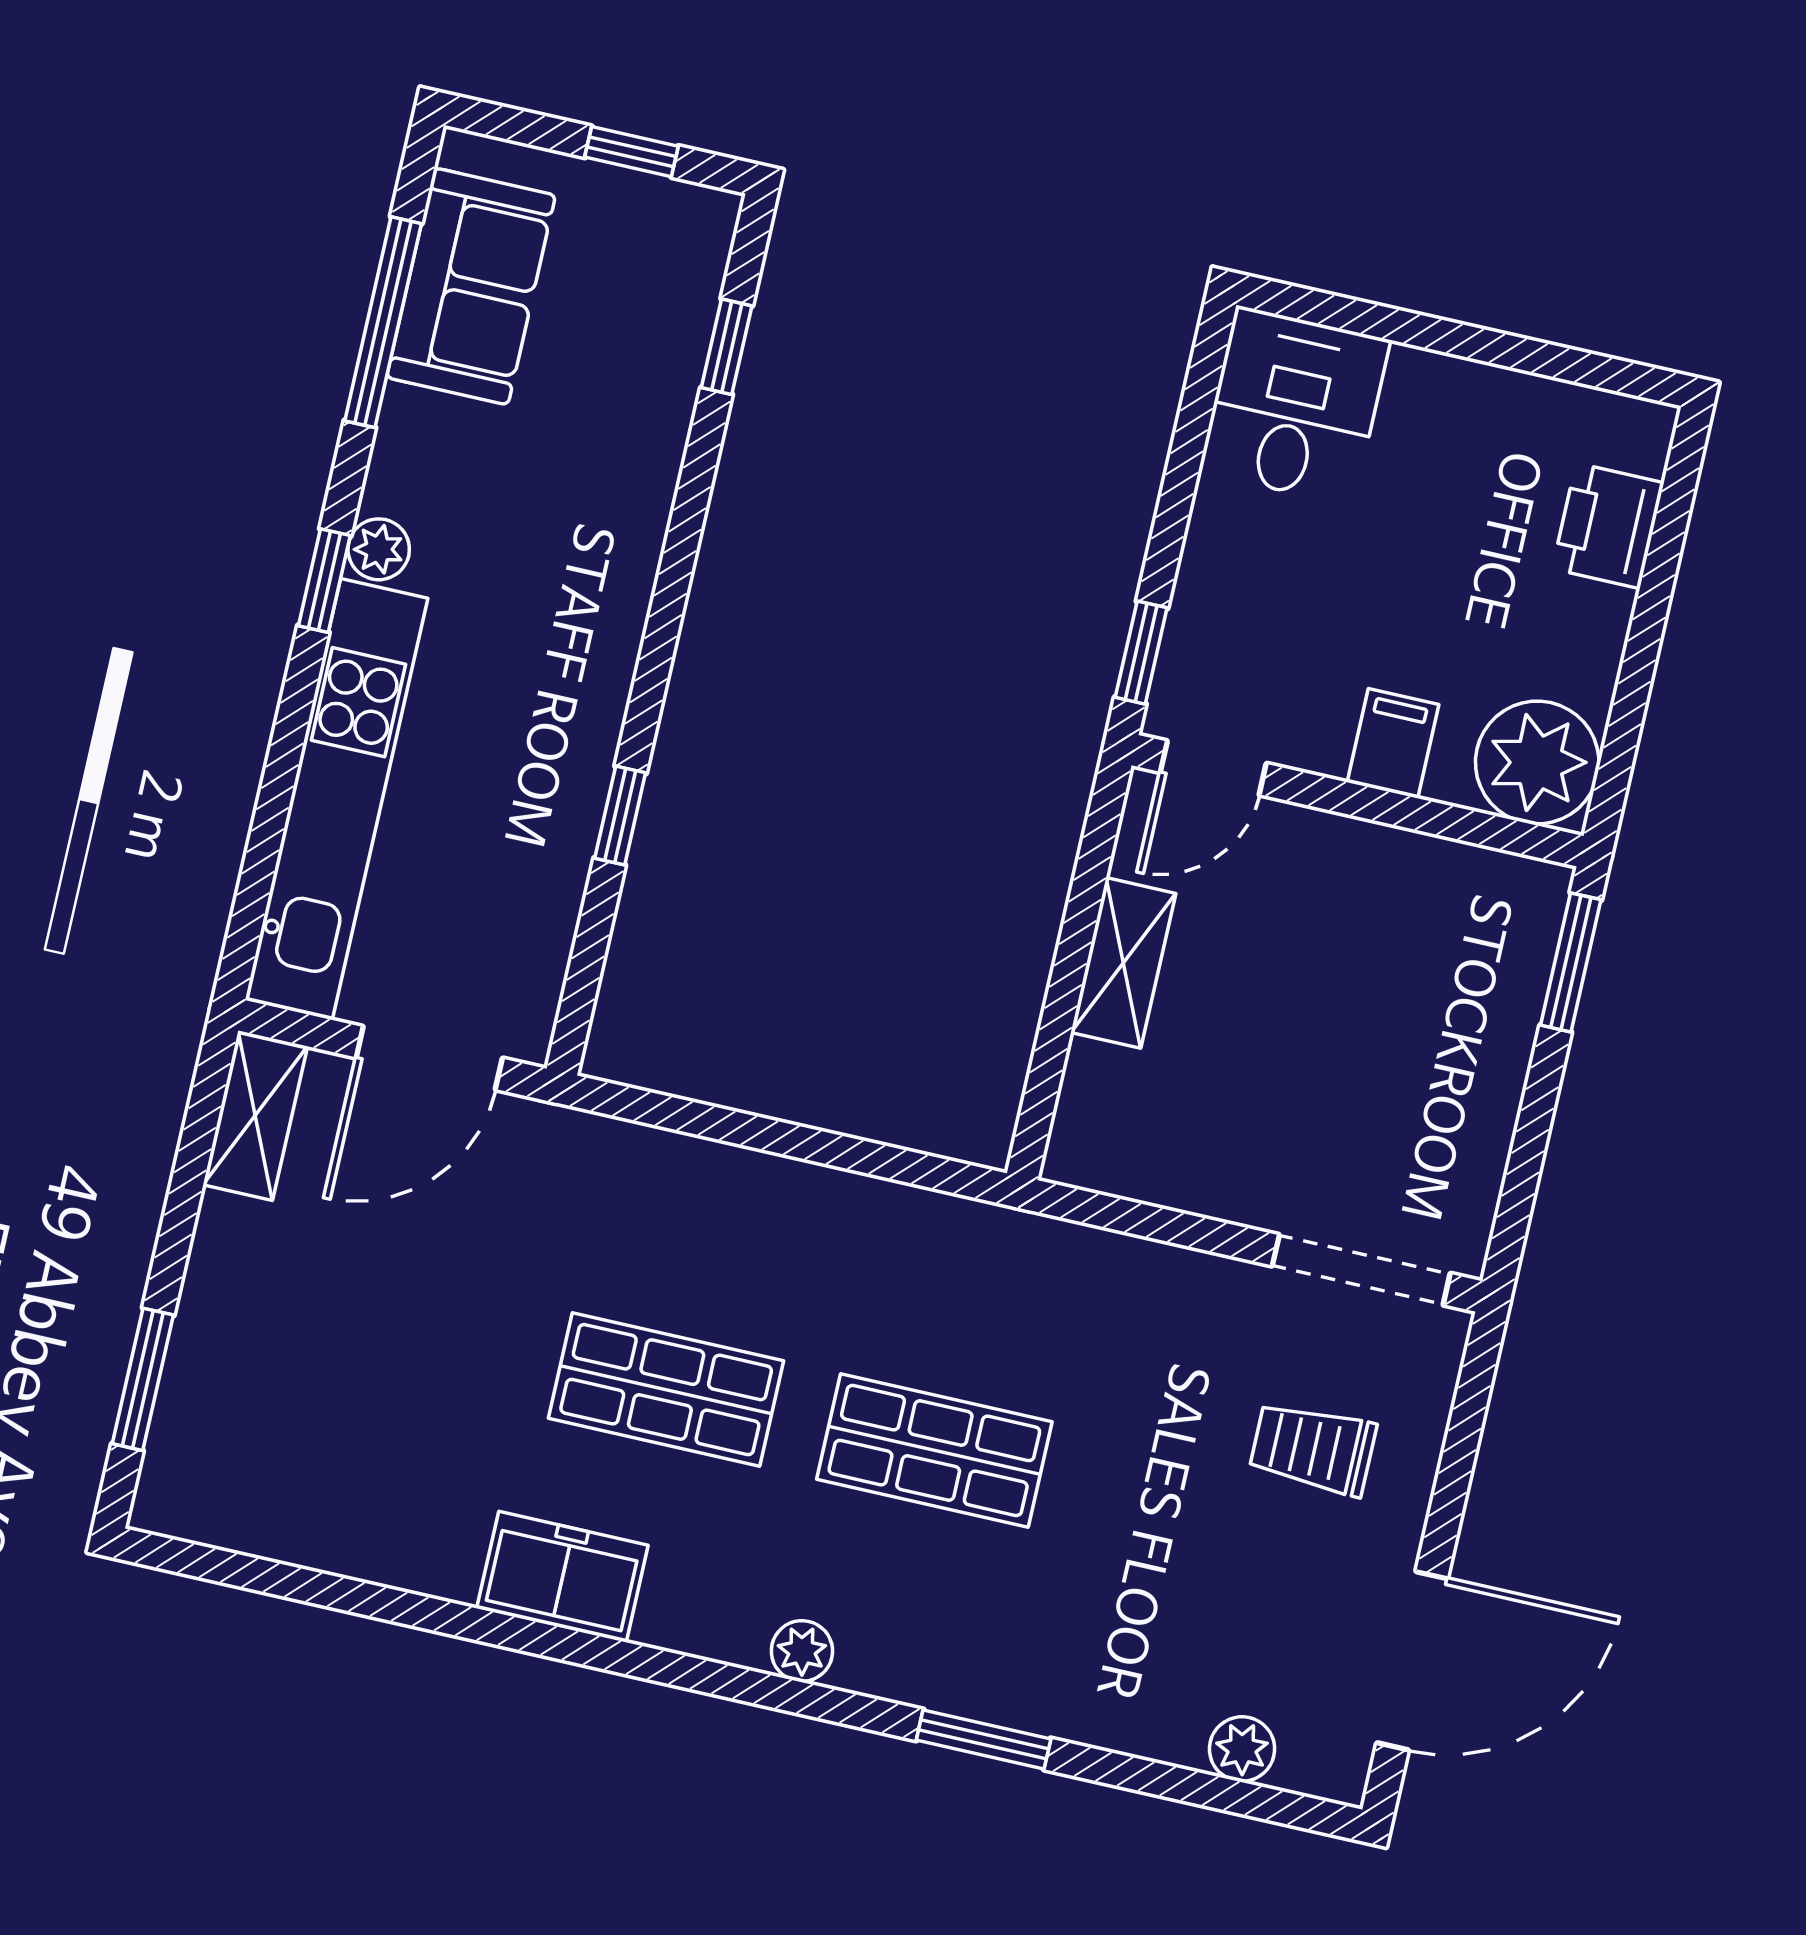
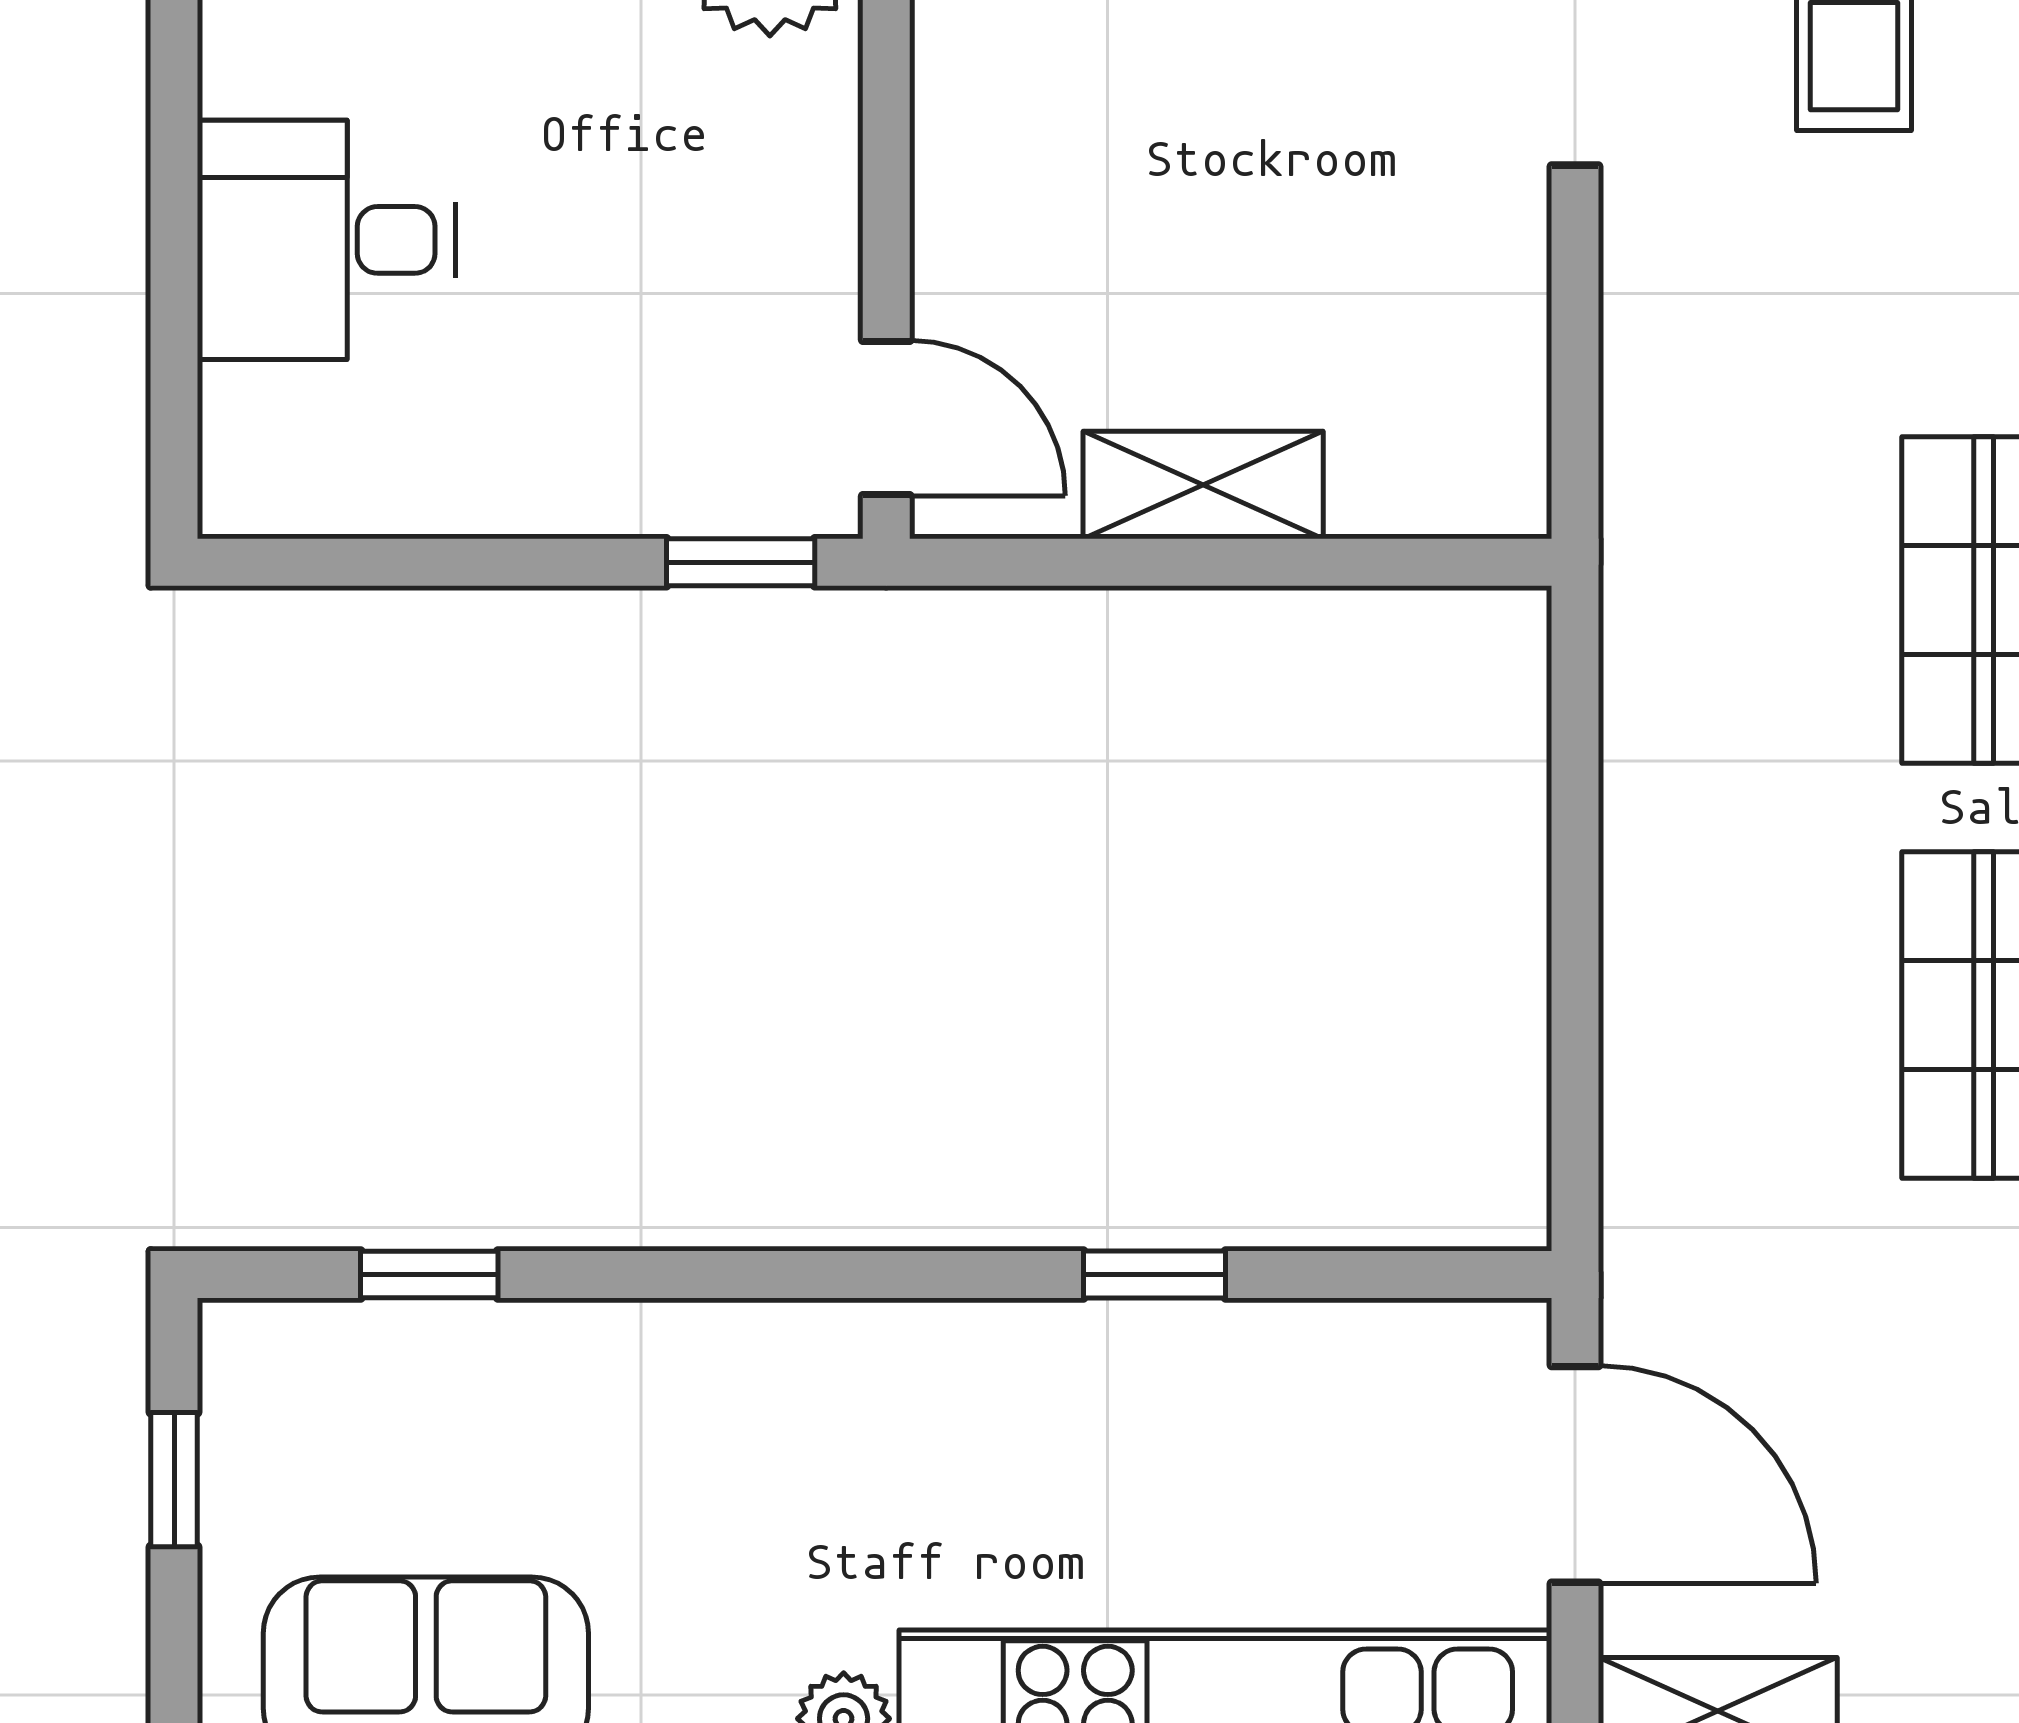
desk: (1295, 406) -> (326, 240), moved
filing cabinet: (1393, 743) -> (790, 162), removed

